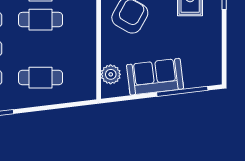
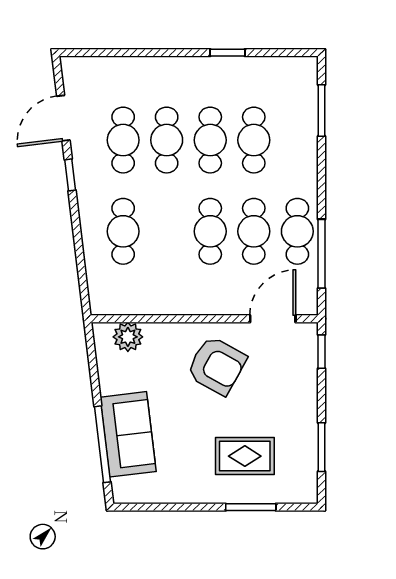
sofa: (155, 77) -> (128, 434), moved

